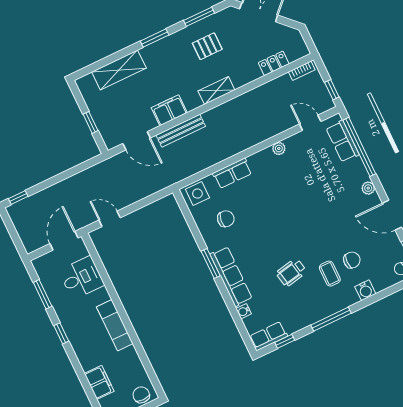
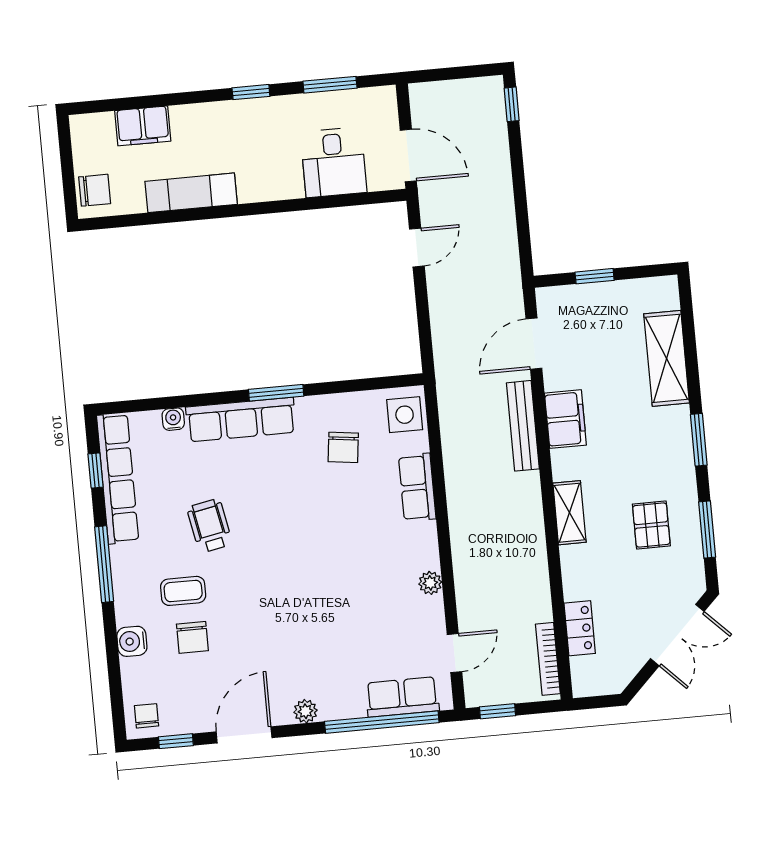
bookcase: (302, 71) -> (548, 659), width x1.56
exam couch: (115, 325) -> (191, 193), moved
row of seats: (268, 336) -> (118, 478), width x2.02

